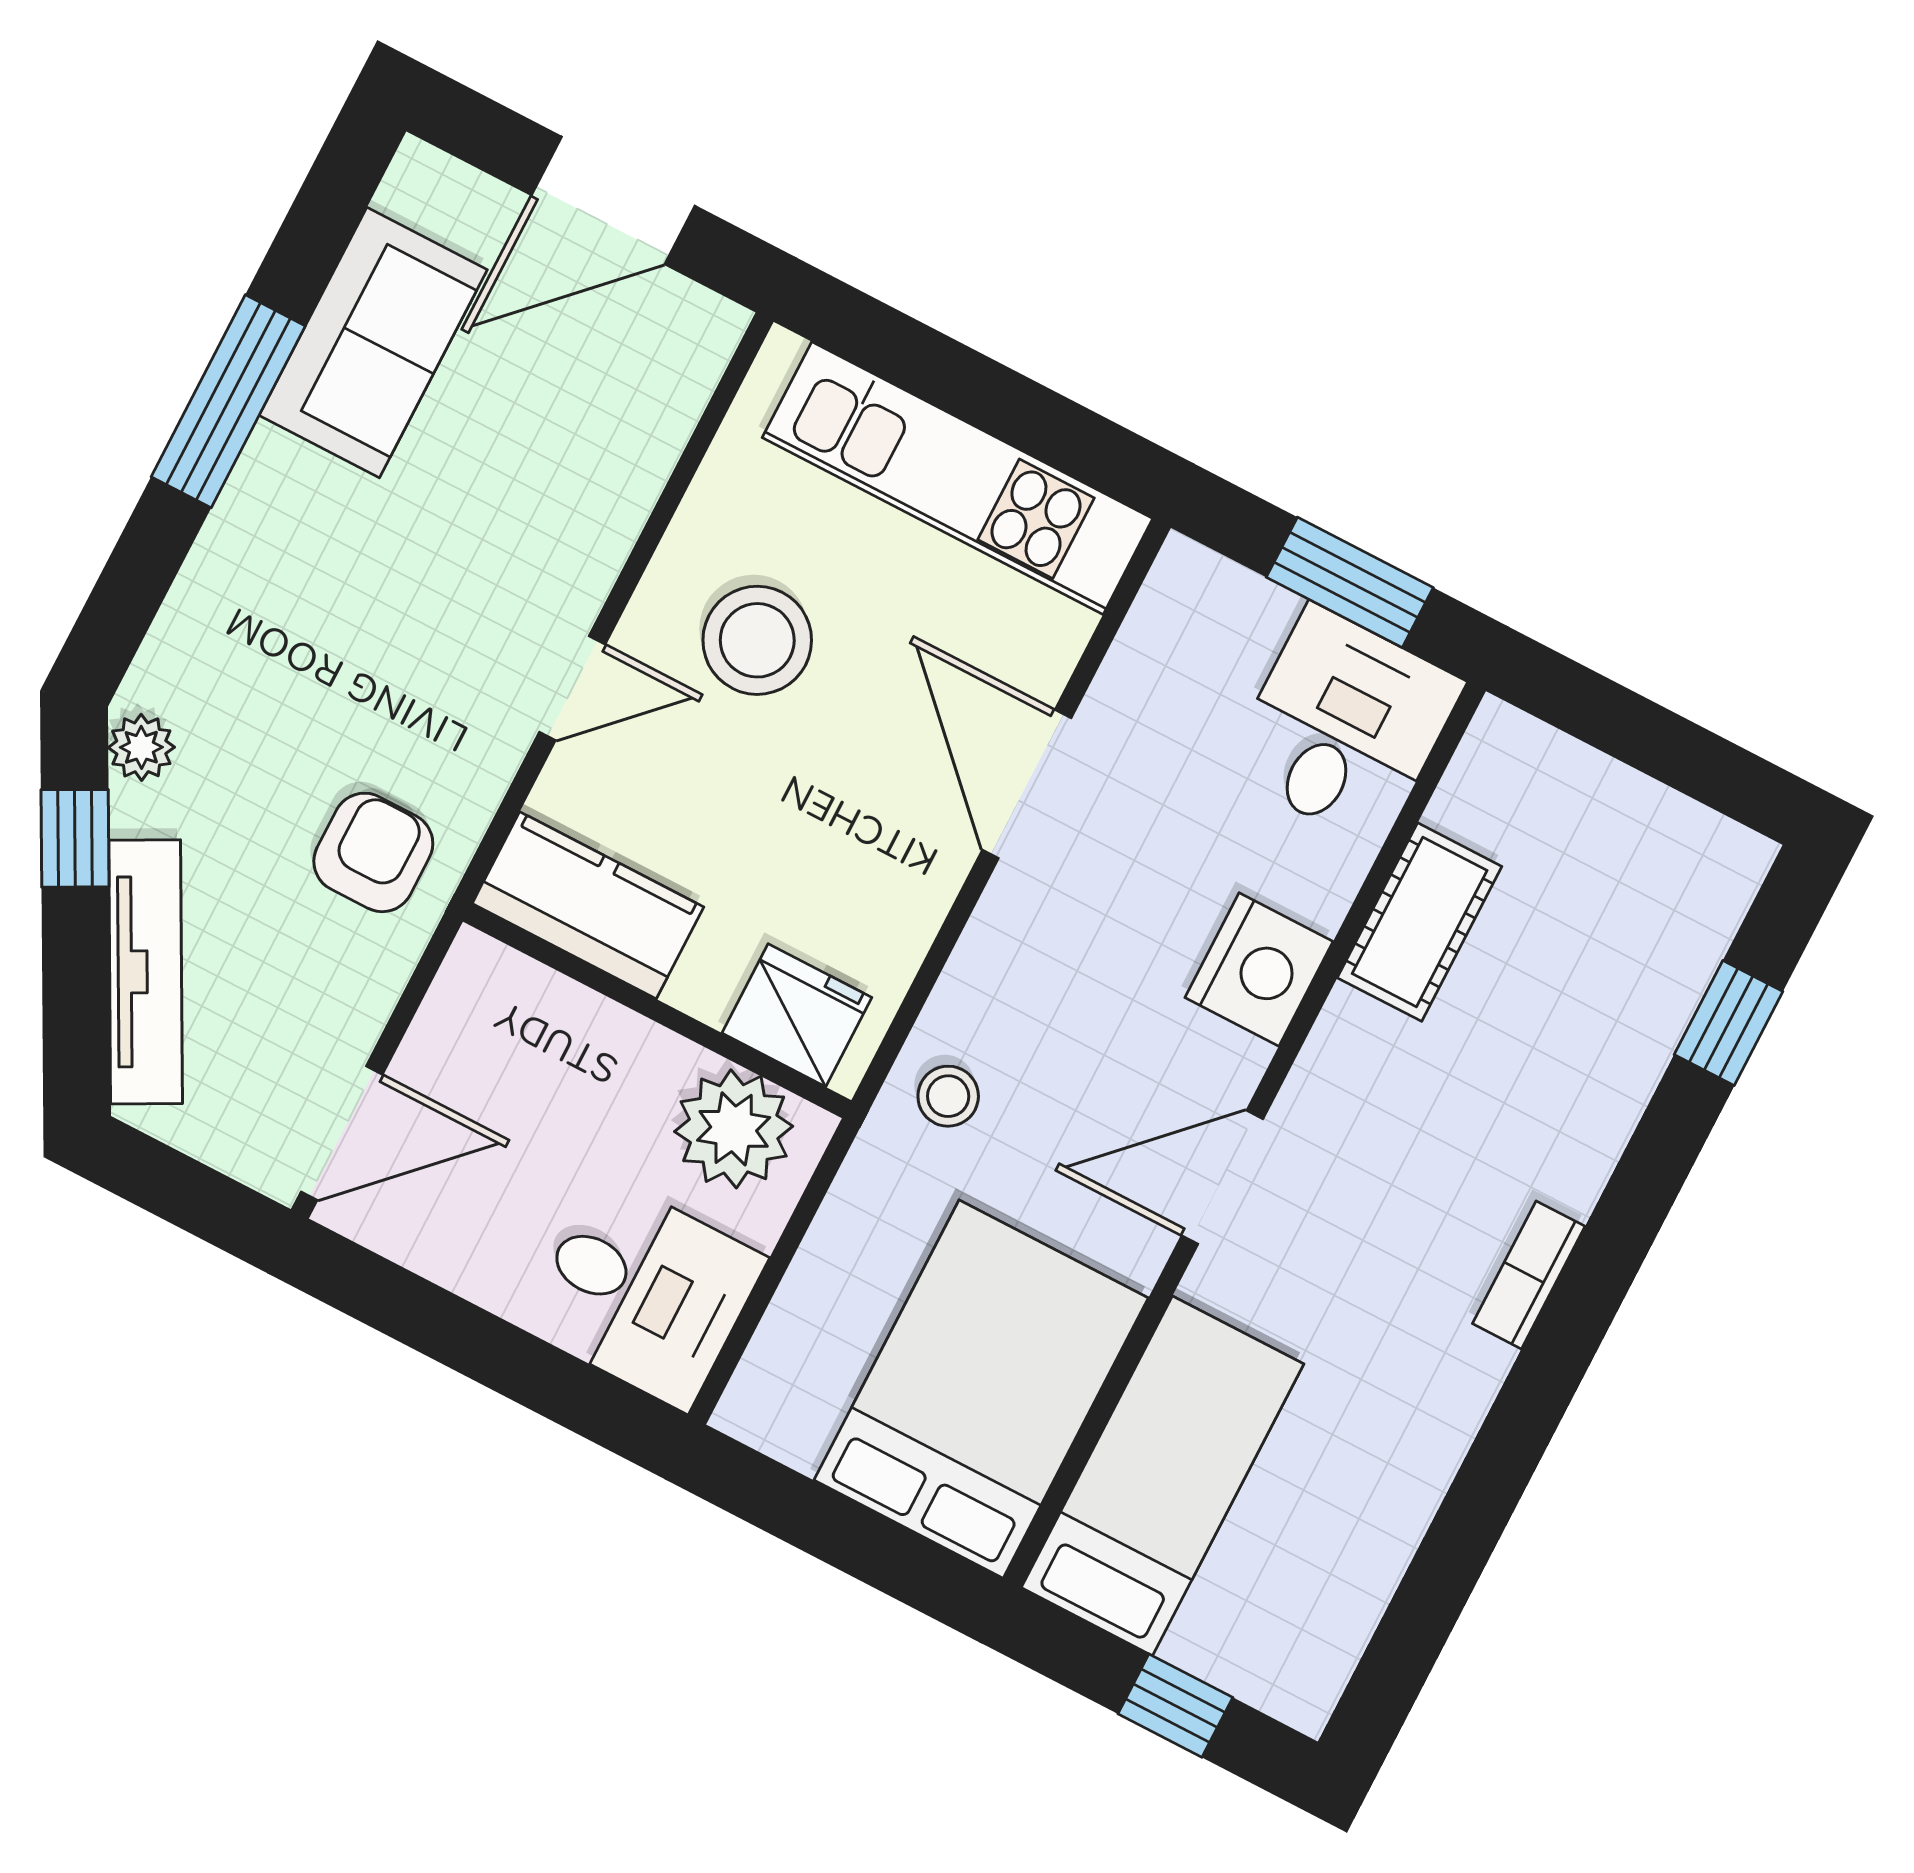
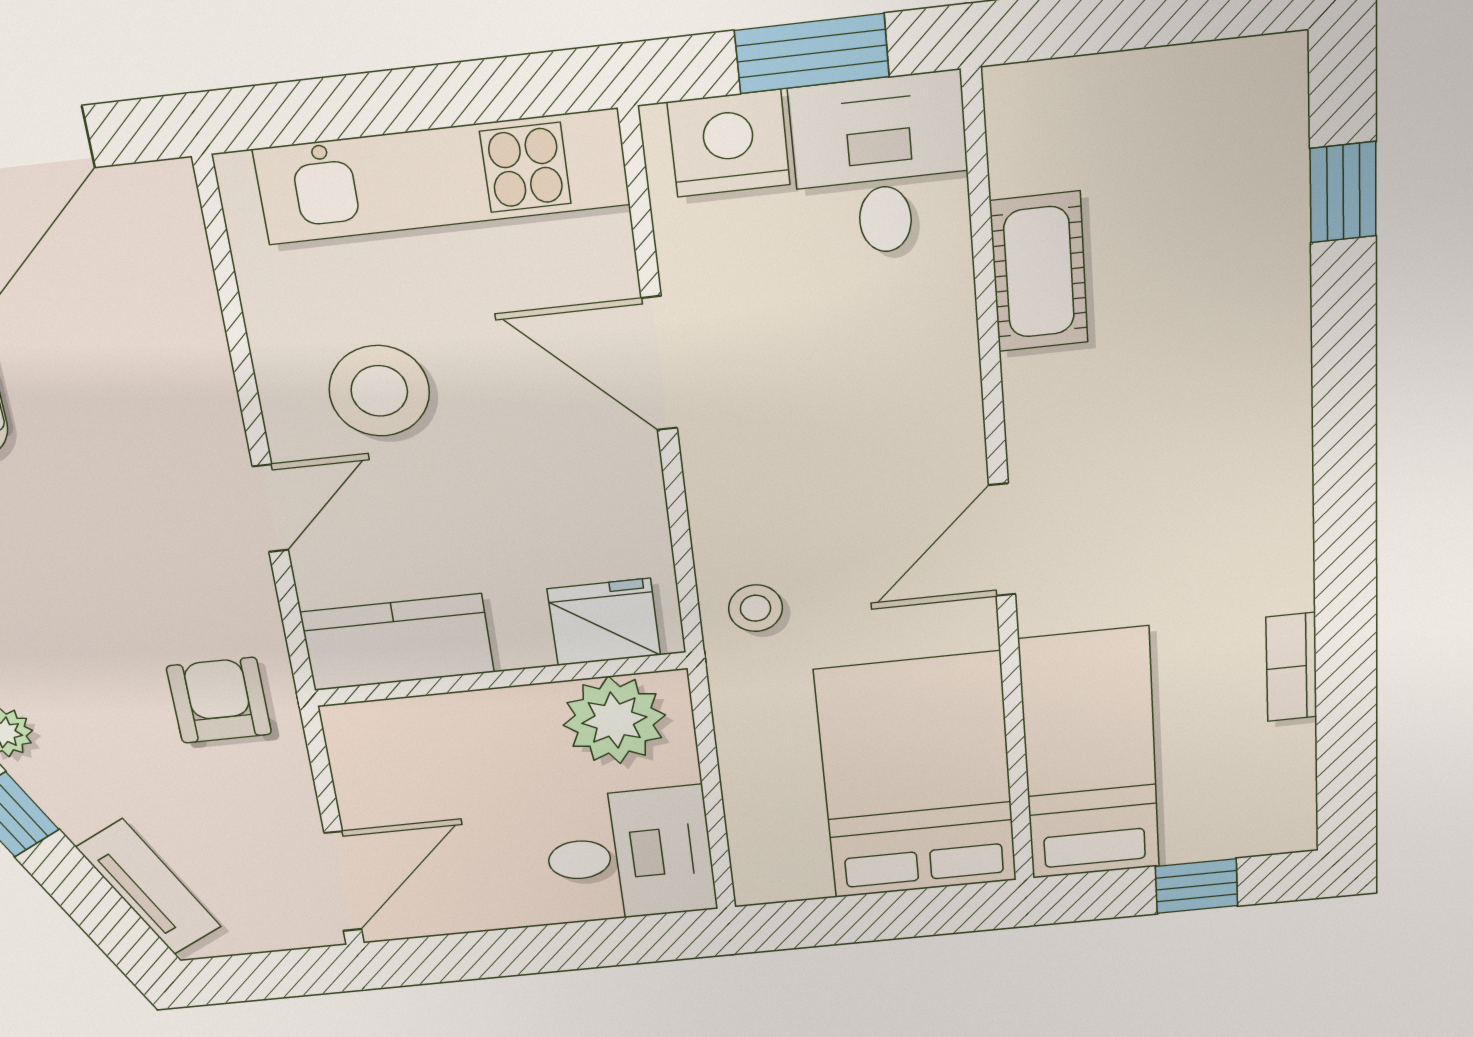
nightstand: (1259, 970) -> (729, 143), moved, turned -90
tv unit: (146, 972) -> (149, 887), width x0.71
bookcase: (1529, 1275) -> (1291, 667), moved

